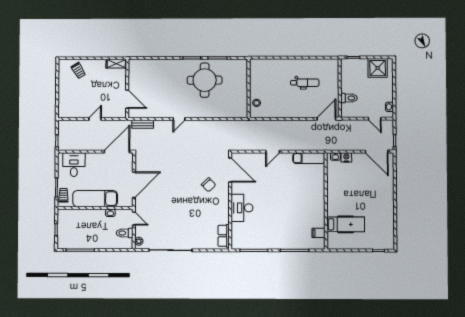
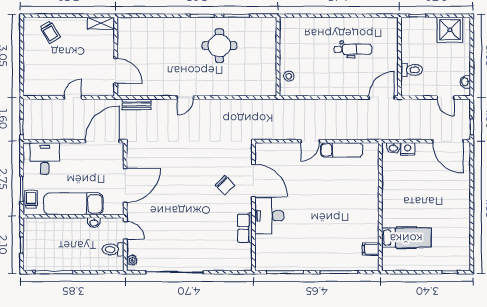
round table: (205, 80) -> (219, 46), width x0.73, depth x0.73
exam couch: (309, 158) -> (342, 150), moved
door: (230, 170) -> (254, 181), moved
row of seats: (224, 236) -> (245, 228), moved

